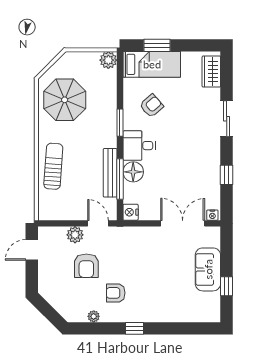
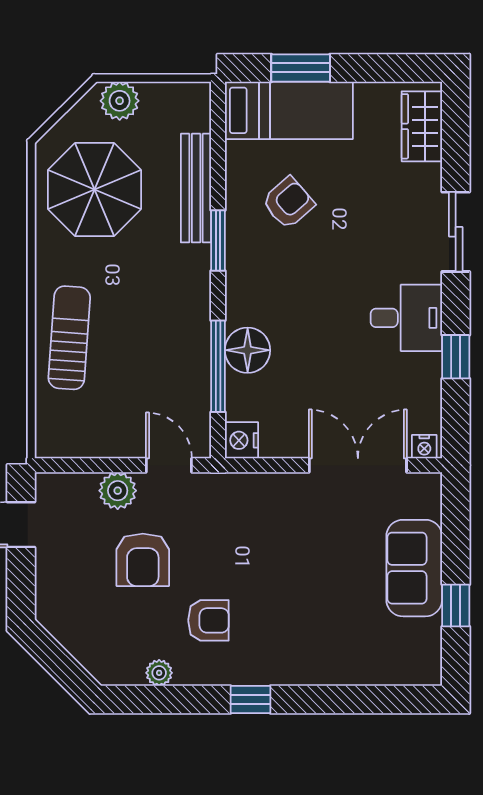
plant: (108, 60) -> (120, 101), moved
desk: (139, 146) -> (406, 318), moved, turned 180
bench: (110, 173) -> (196, 188), moved
armchair: (116, 293) -> (208, 620), turned 180

